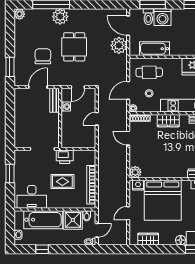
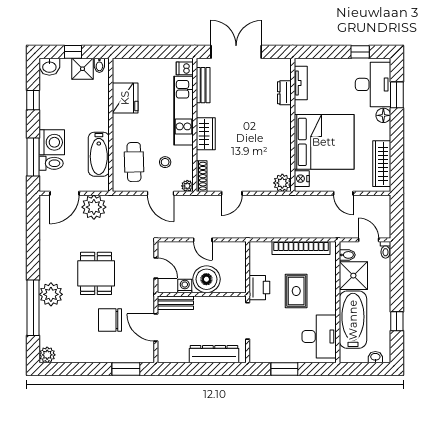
dining table: (74, 47) -> (96, 273), turned 90
boiler: (70, 121) -> (206, 279), added
dresser: (20, 126) -> (214, 354), added
wardrobe: (148, 239) -> (382, 164), width x1.50

